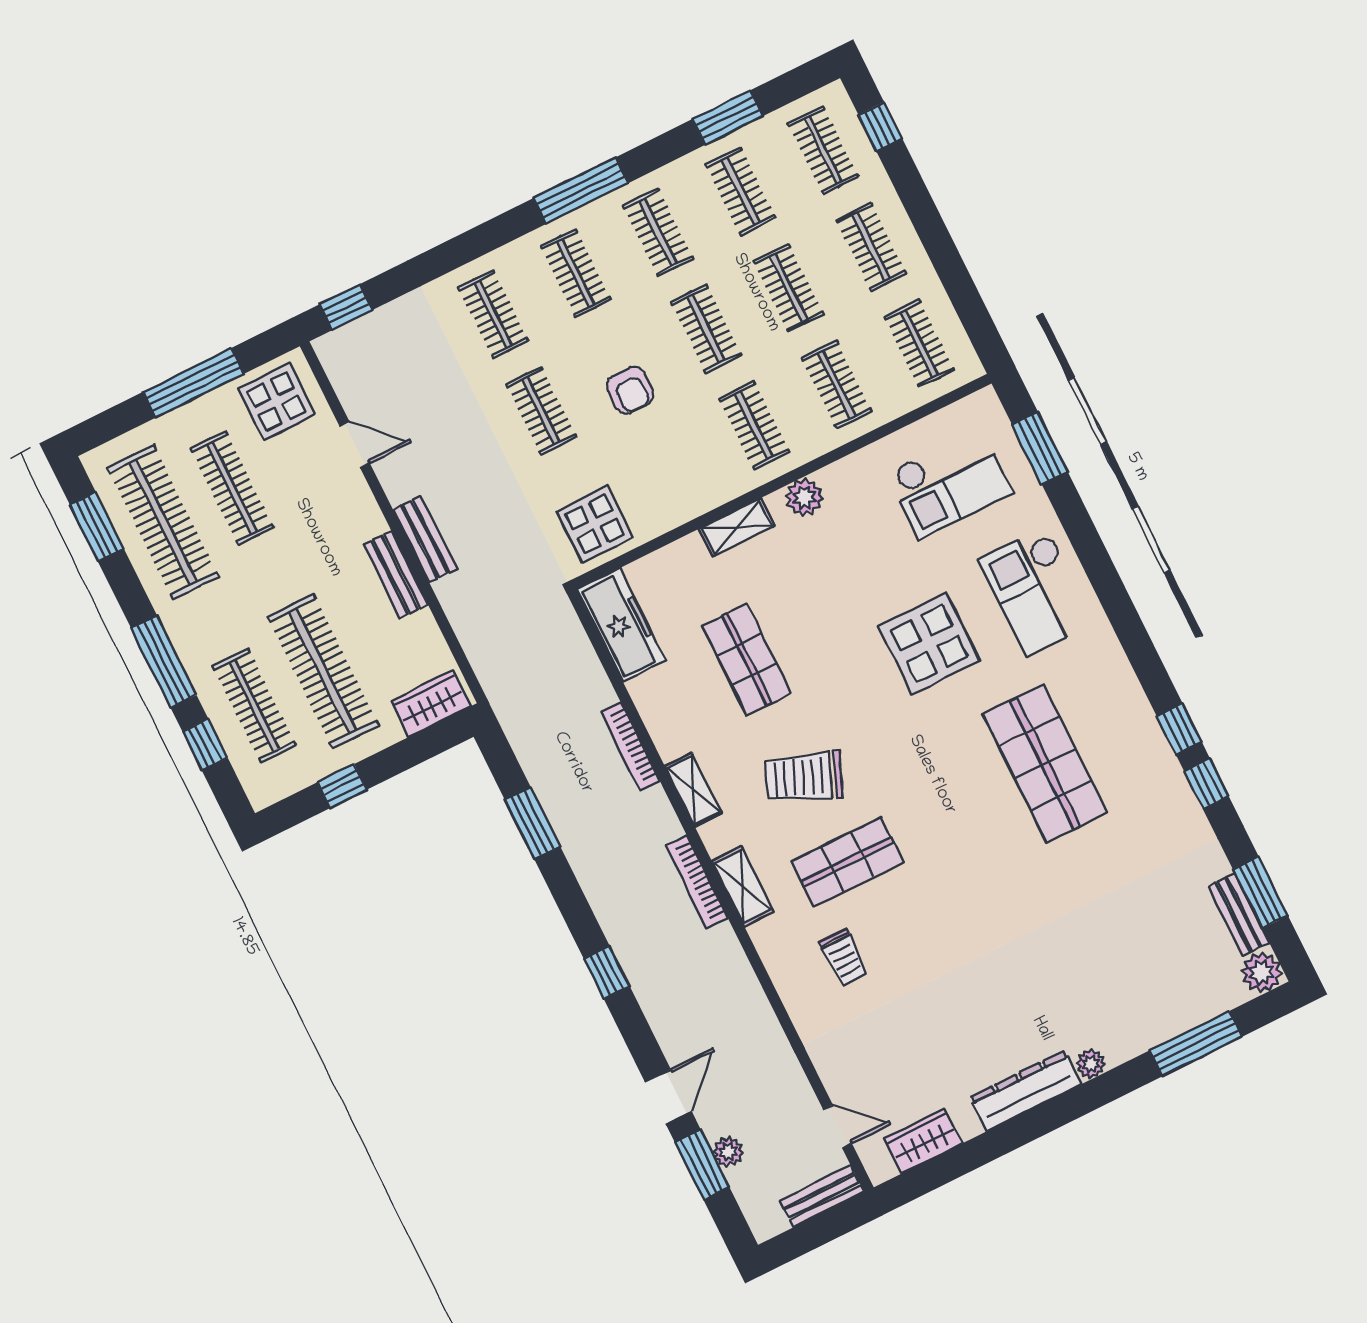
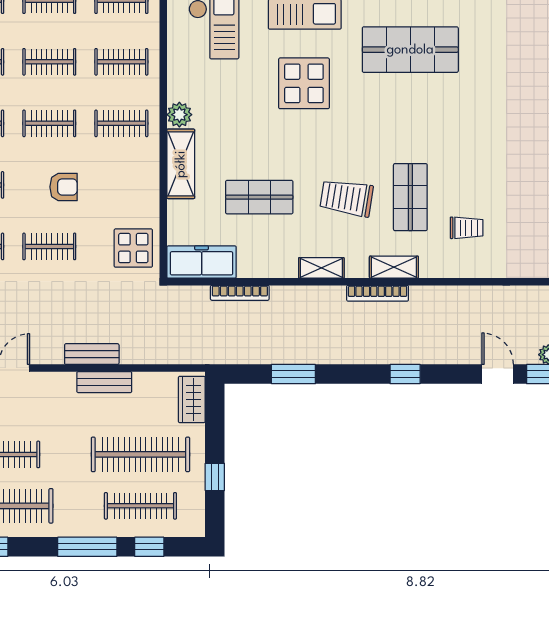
shelving: (737, 527) -> (181, 164), width x1.50, depth x1.33
bookcase: (630, 747) -> (240, 293), moved
trolley: (804, 777) -> (347, 198), turned 77

